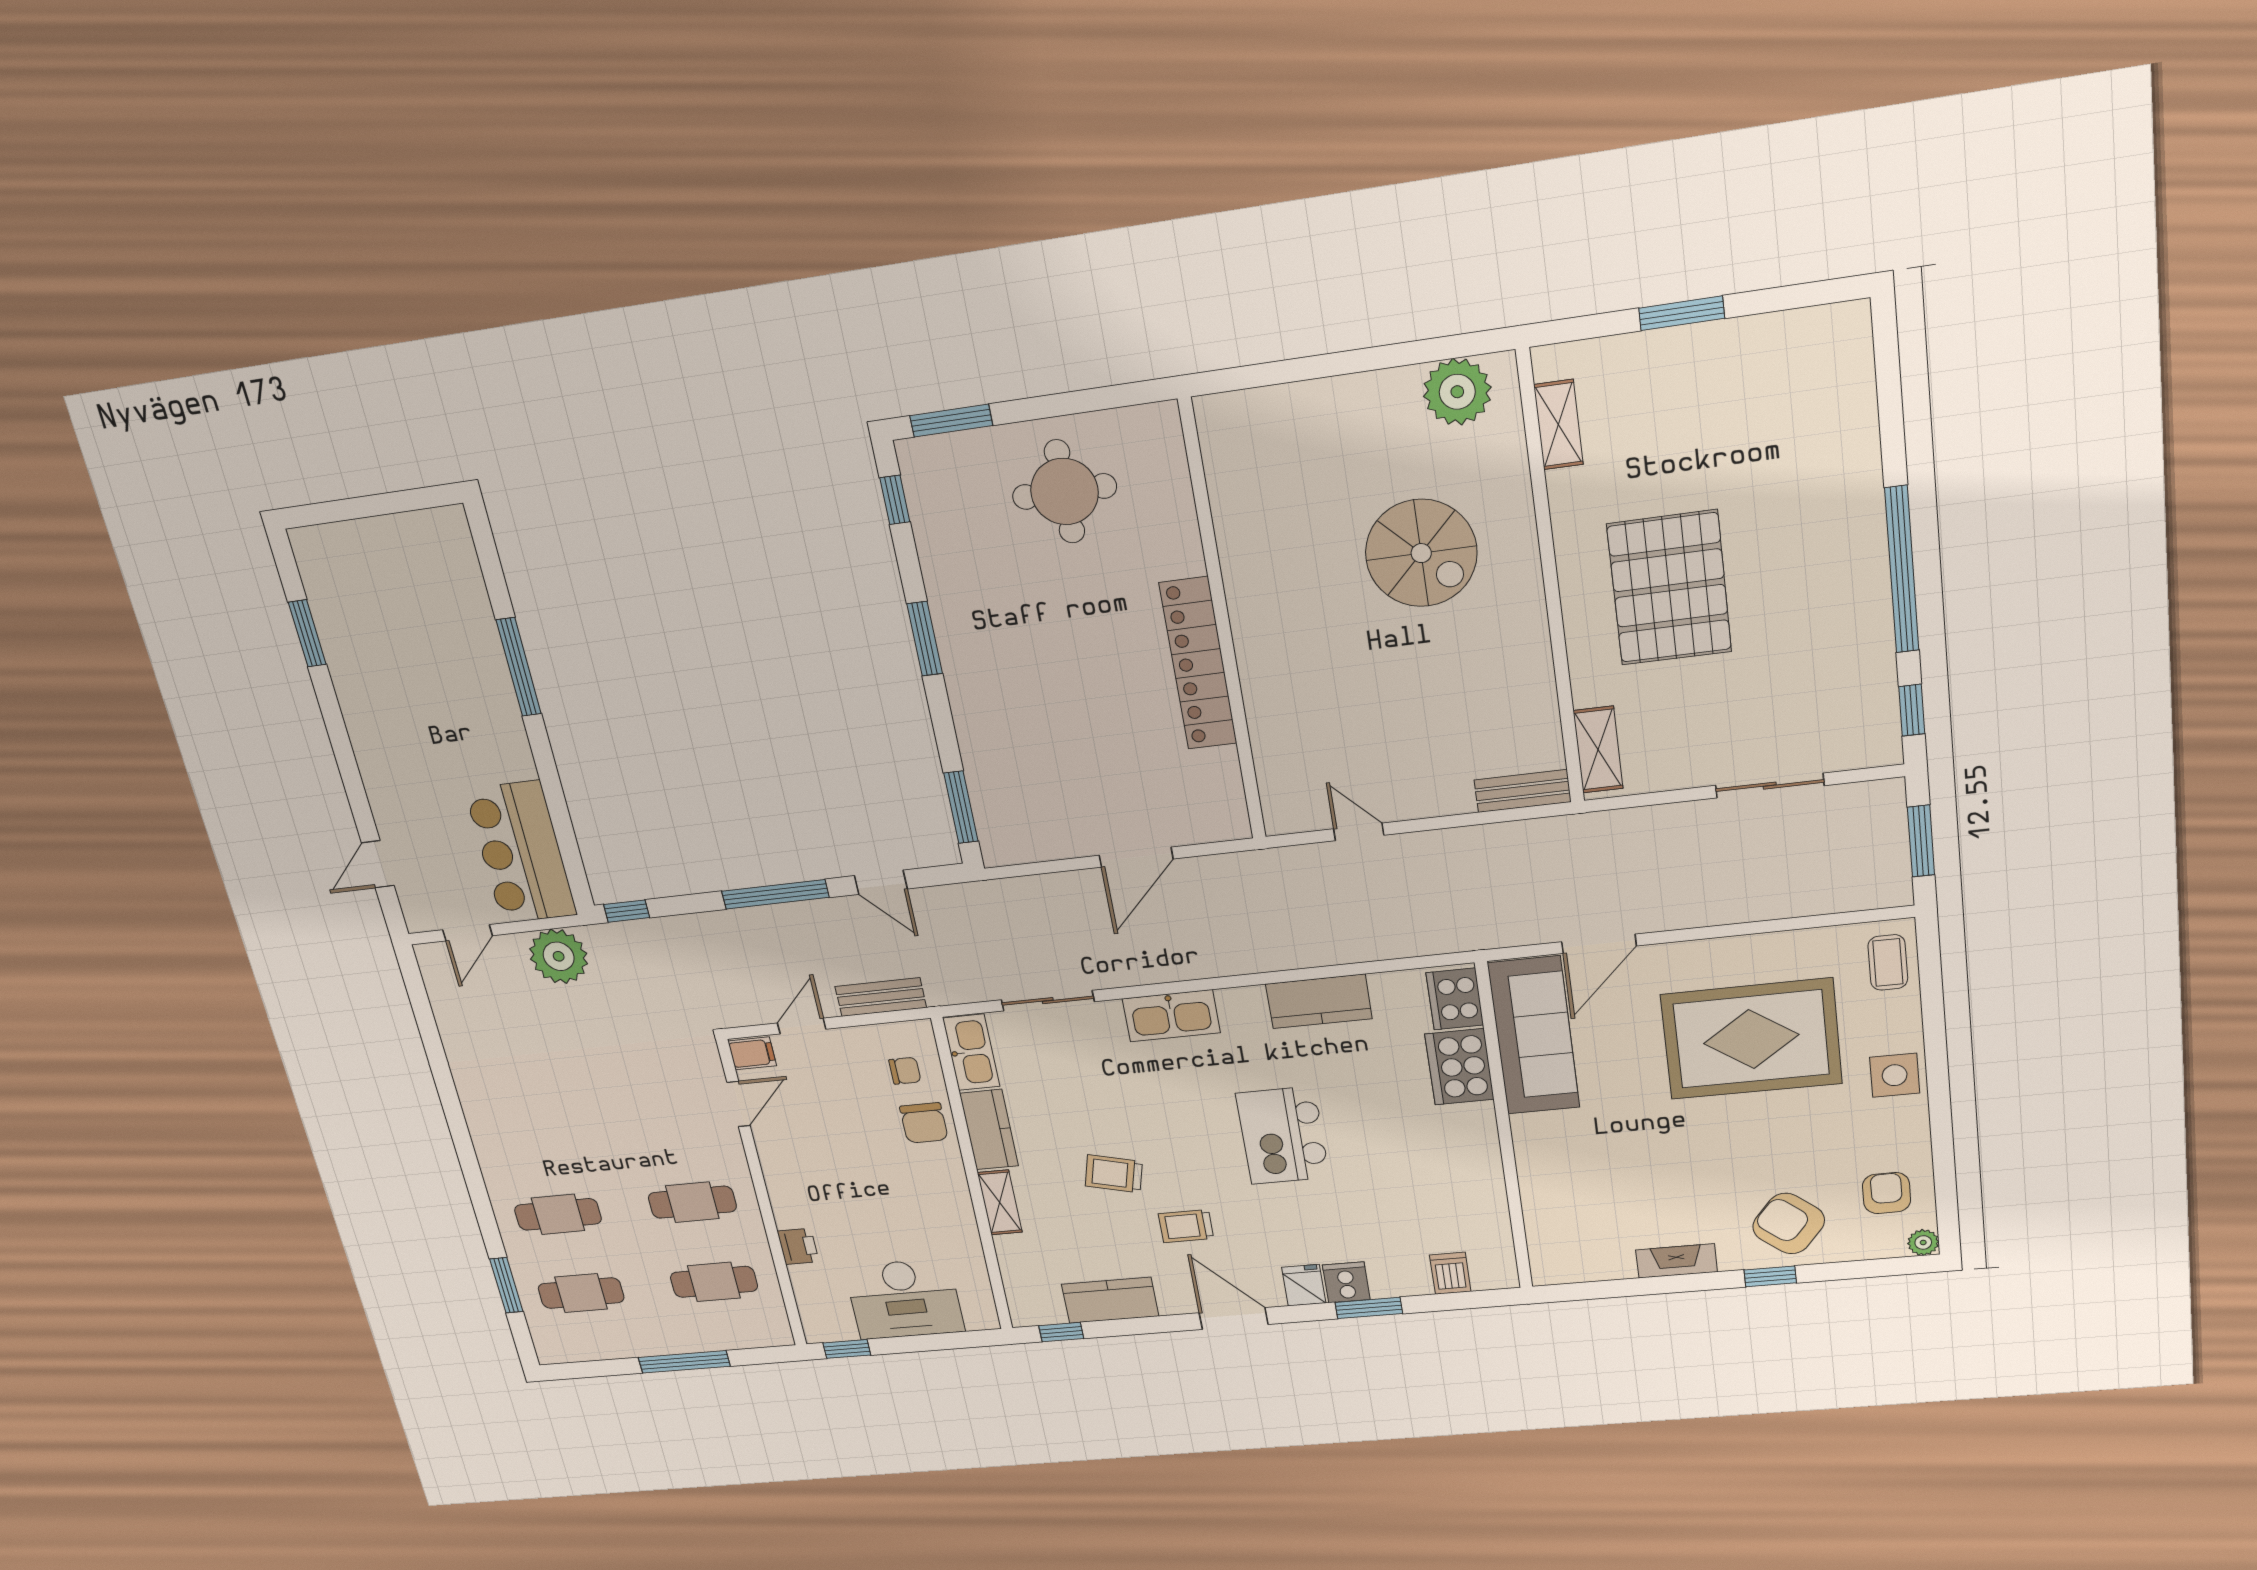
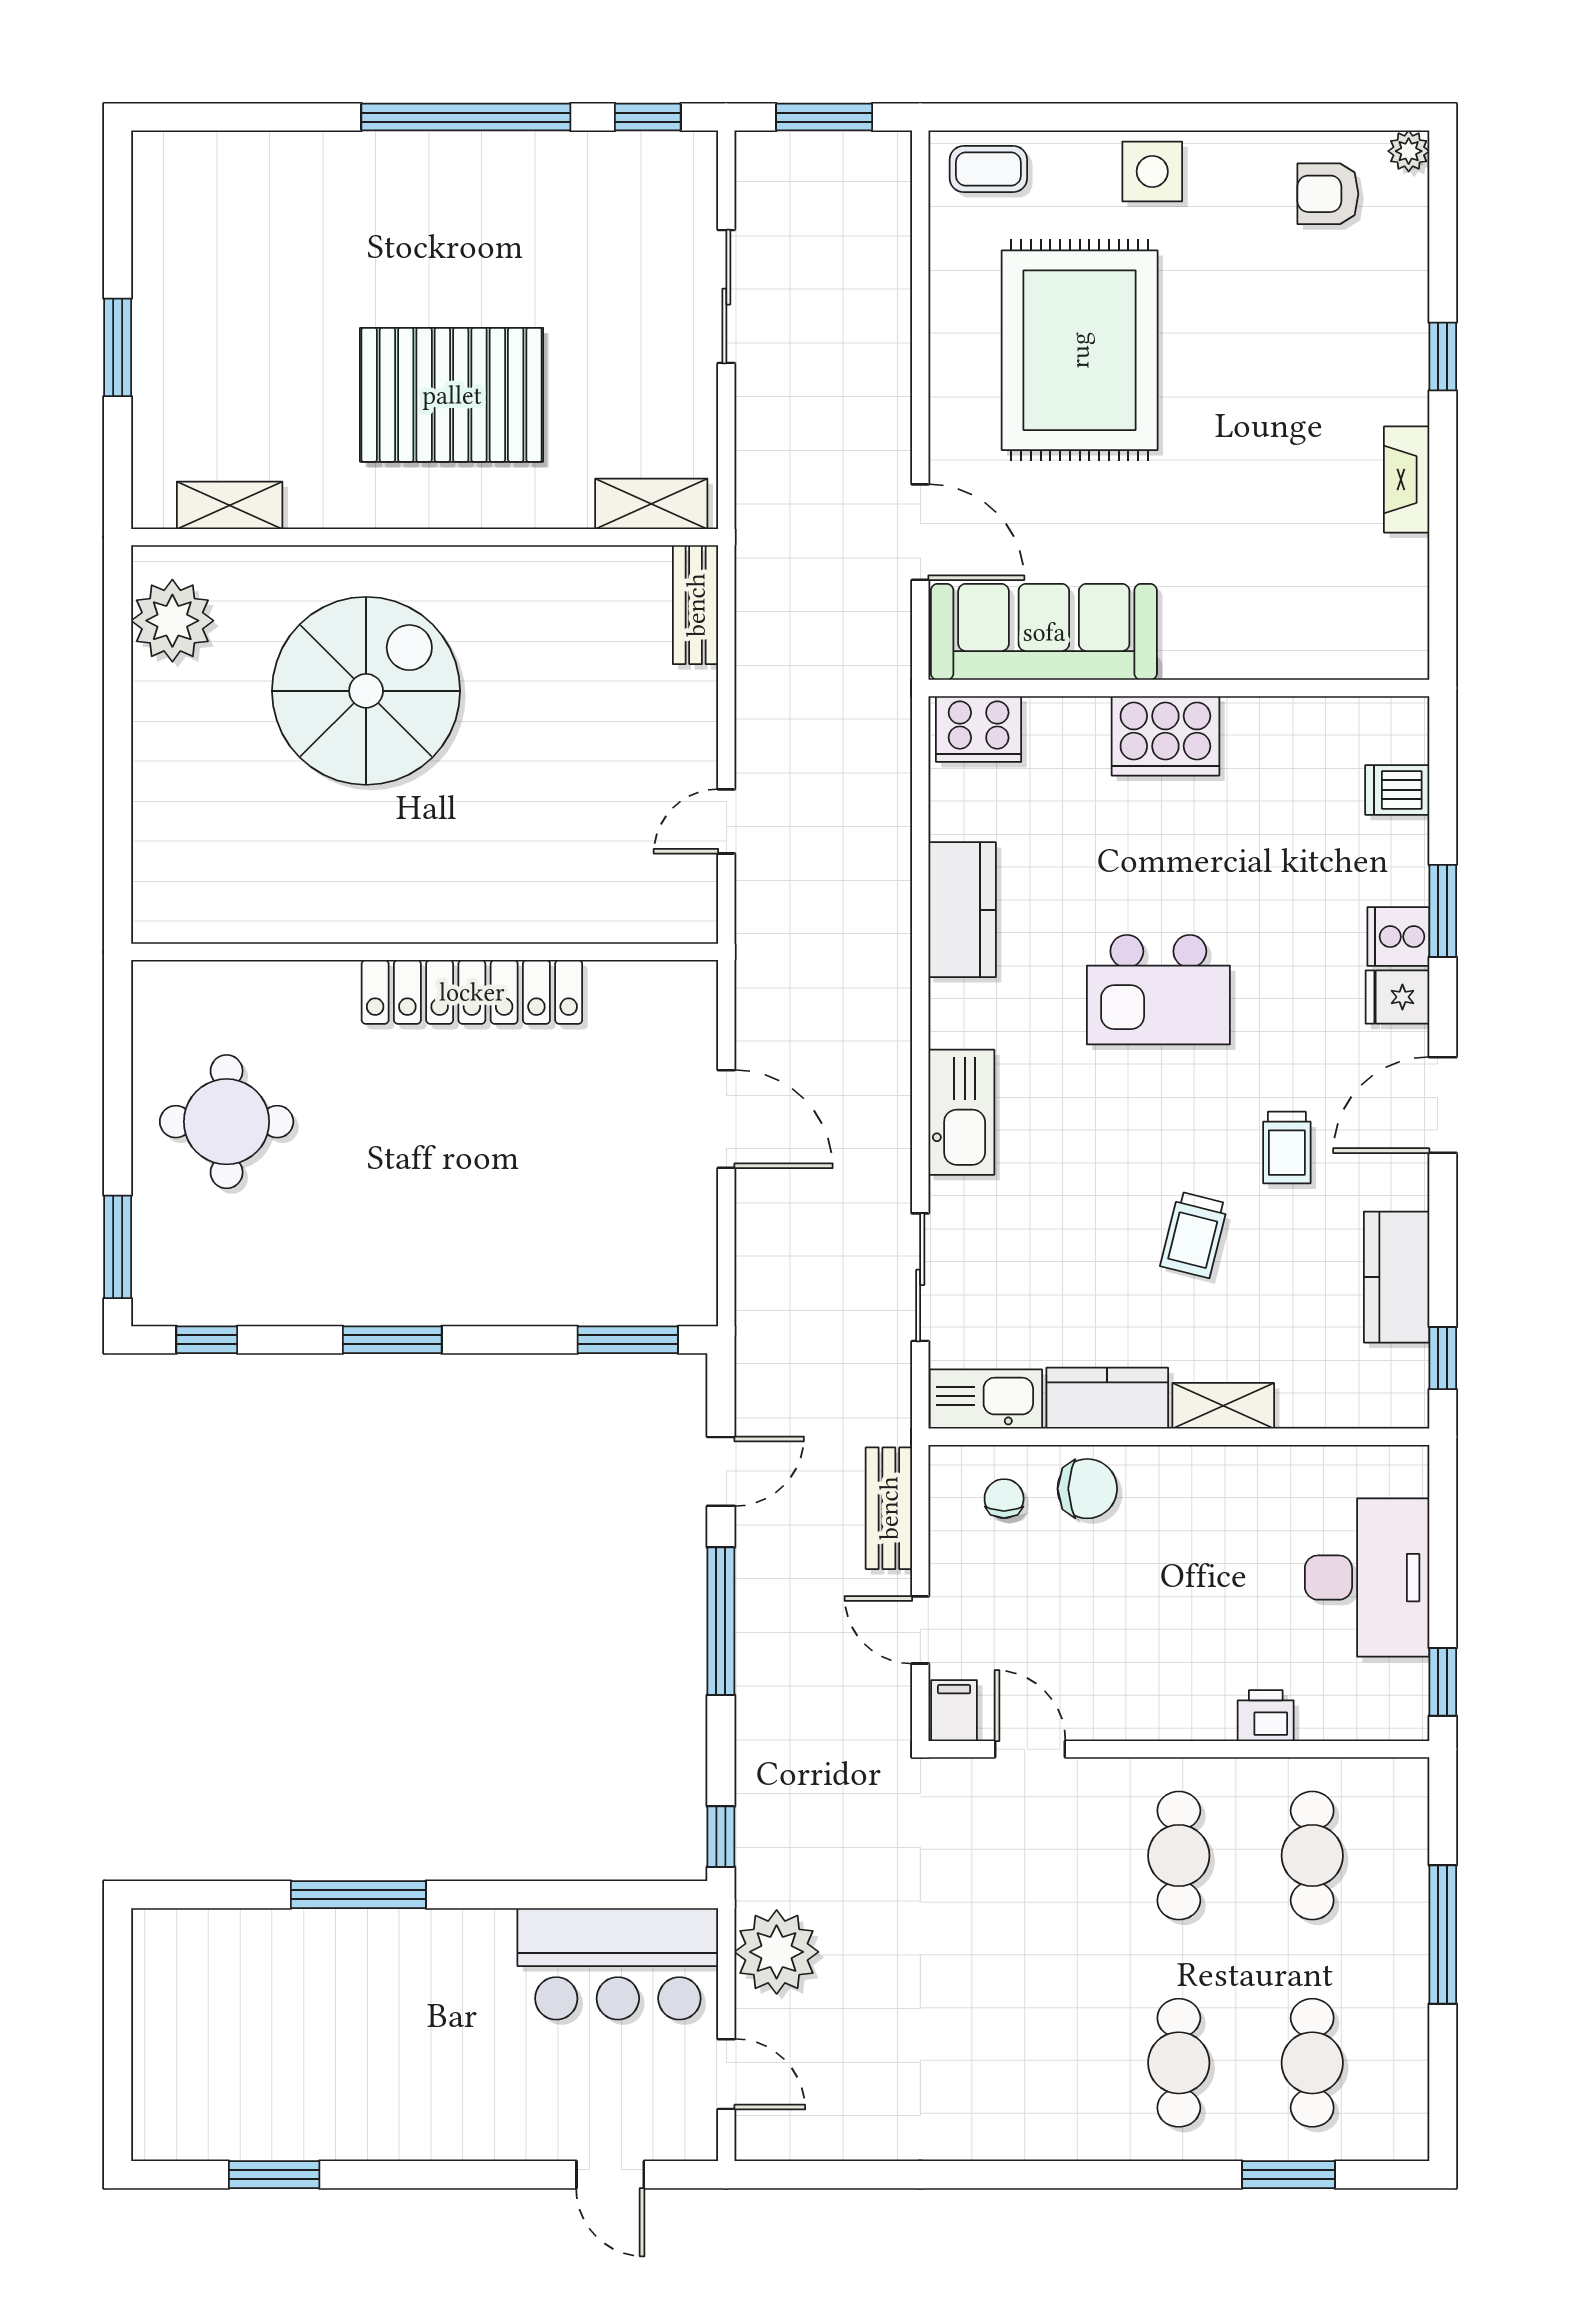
spiral stairs: (1421, 553) -> (366, 691), width x1.37, depth x1.37
cooker: (1459, 1067) -> (1165, 736), moved
armchair: (1789, 1224) -> (1362, 325), removed

